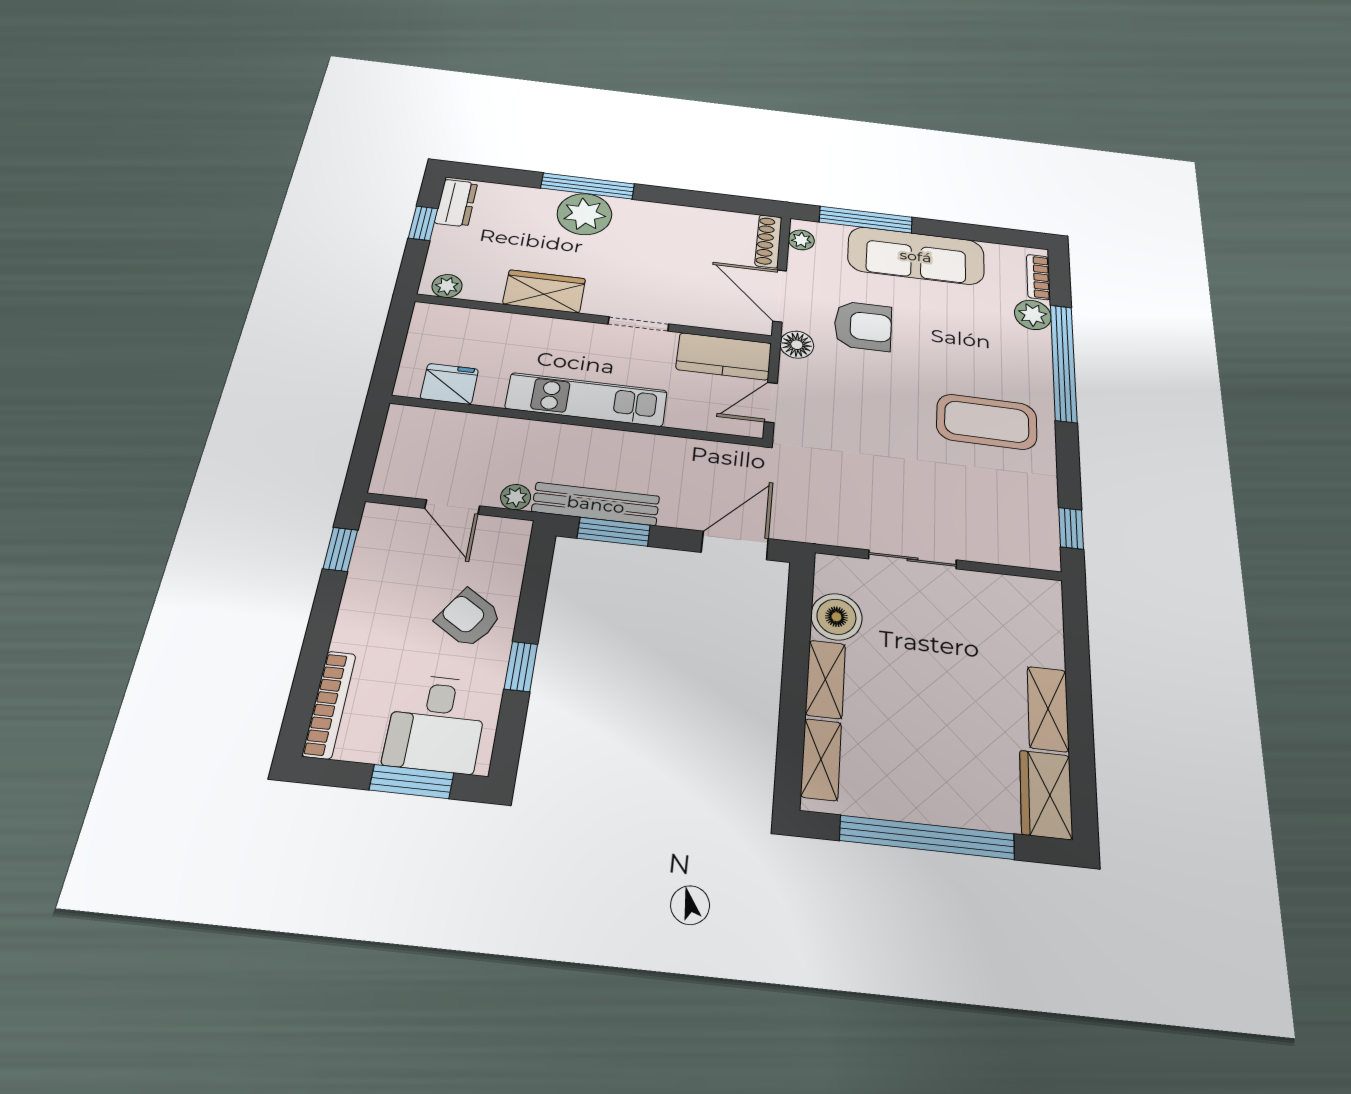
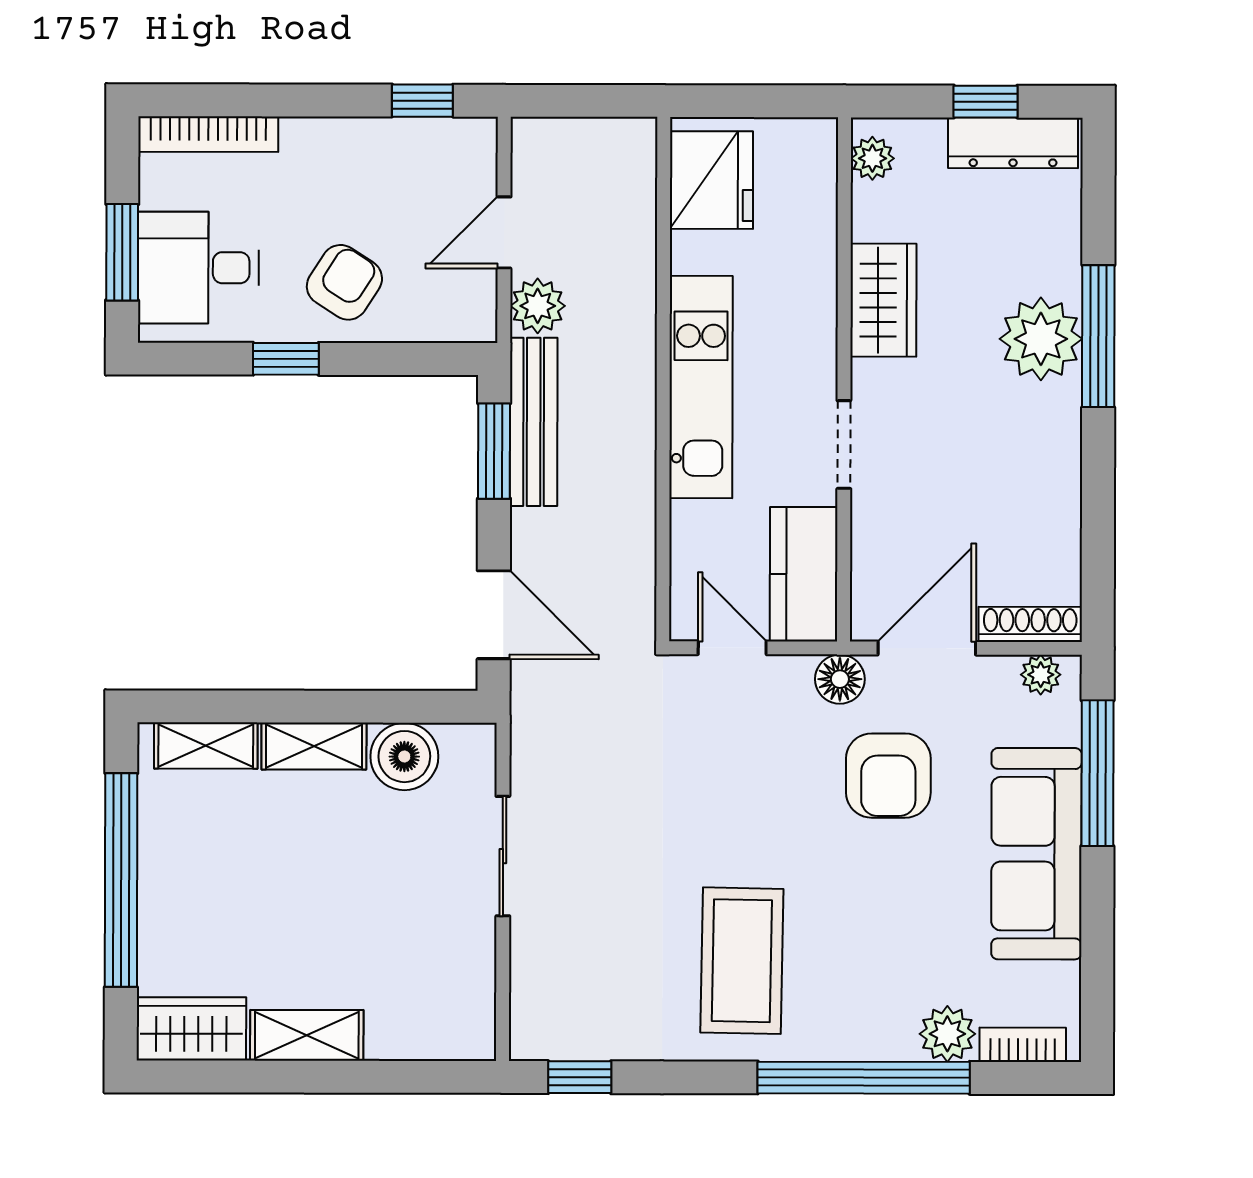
dresser: (456, 203) -> (1013, 143), width x1.44
fridge: (449, 384) -> (711, 180), width x1.36, depth x1.34
plant: (516, 497) -> (538, 306), width x1.38, depth x1.38

